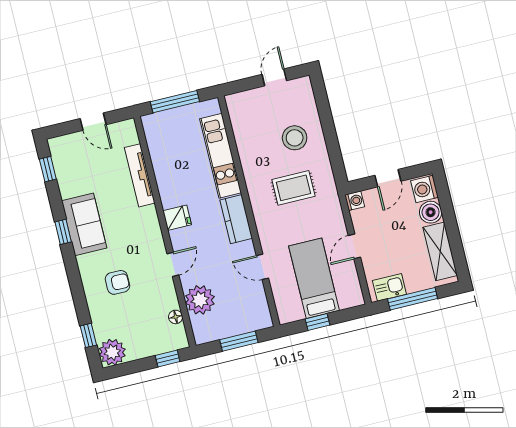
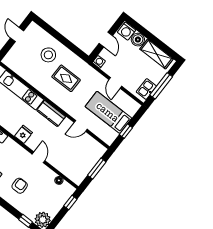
rug: (293, 188) -> (66, 78), turned 90
plant: (200, 300) -> (64, 164), removed

